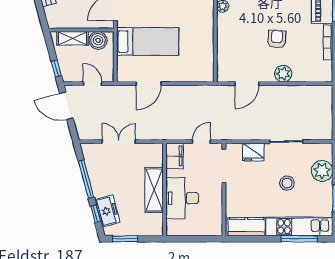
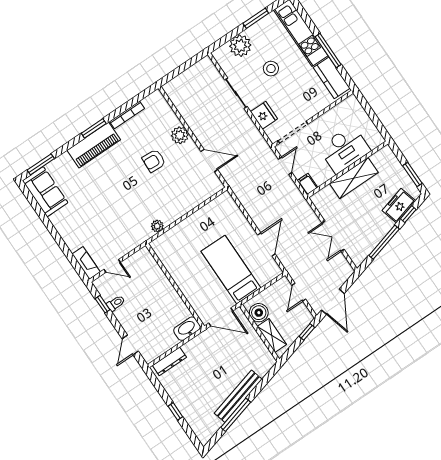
door: (149, 84) -> (266, 244), hinge flipped
door: (201, 142) -> (285, 166), swing flipped
filing cabinet: (175, 156) -> (307, 184), width x0.50
window: (299, 239) -> (328, 51), moved

